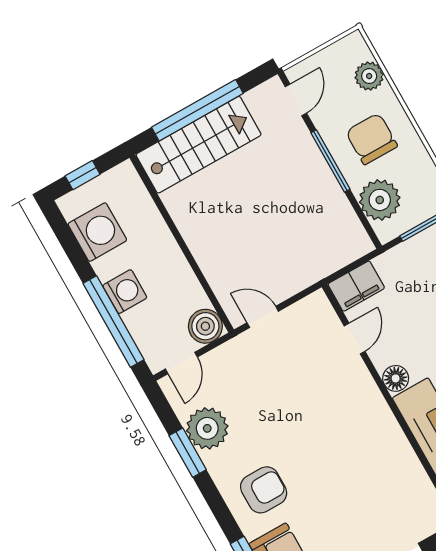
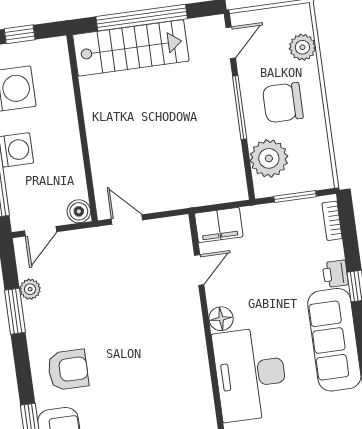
chair: (372, 139) -> (283, 103), turned -90
boiler: (205, 326) -> (79, 211), width x0.73, depth x0.73
plant: (207, 428) -> (30, 289), width x0.53, depth x0.53

